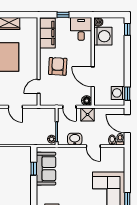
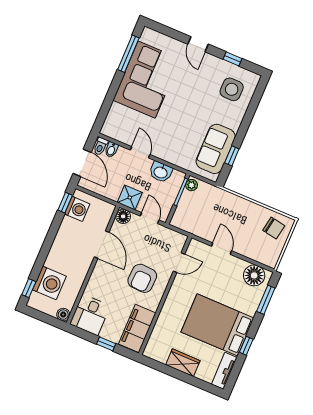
washing machine: (103, 36) -> (49, 283), moved, turned 180

